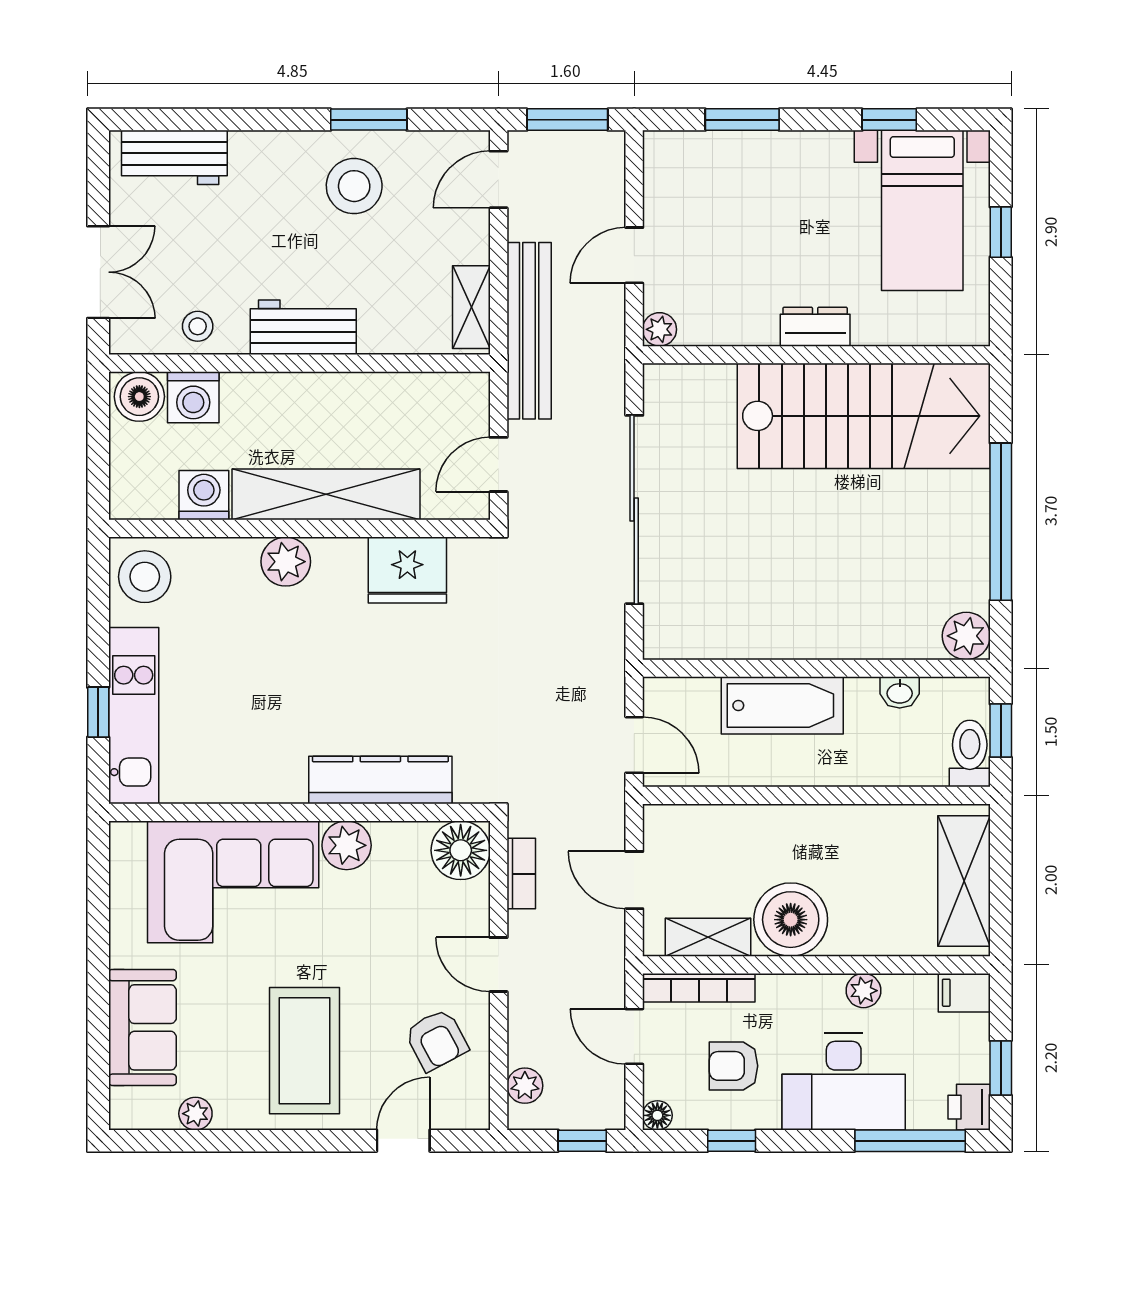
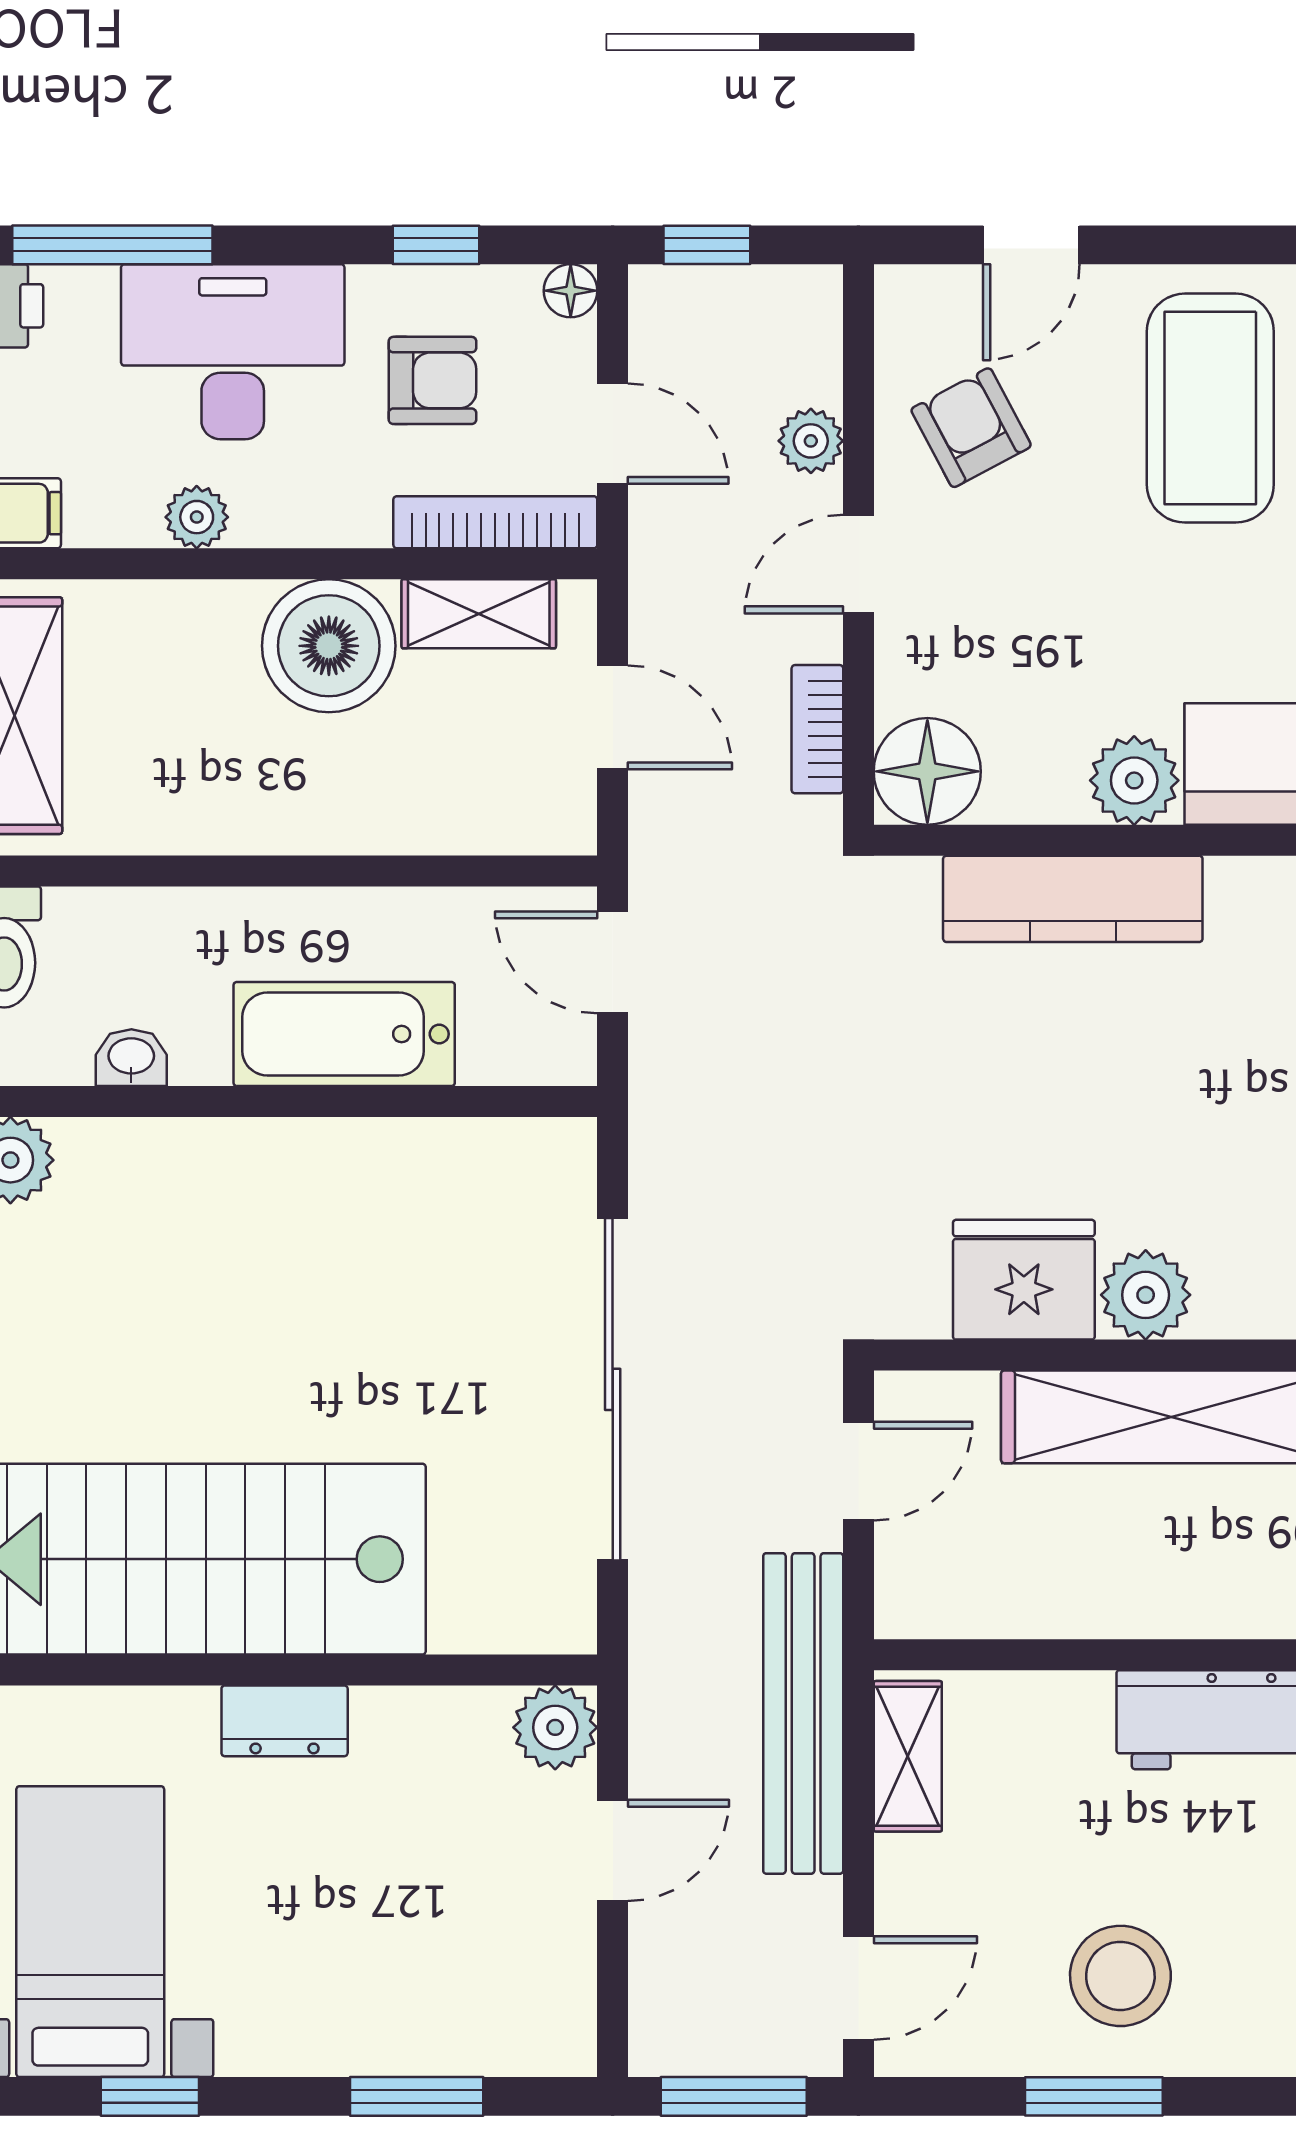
plant: (660, 329) -> (555, 1727), width x1.38, depth x1.38
plant: (286, 562) -> (1146, 1295), moved
door: (499, 965) -> (858, 564), swing flipped
plant: (525, 1086) -> (811, 441), moved

